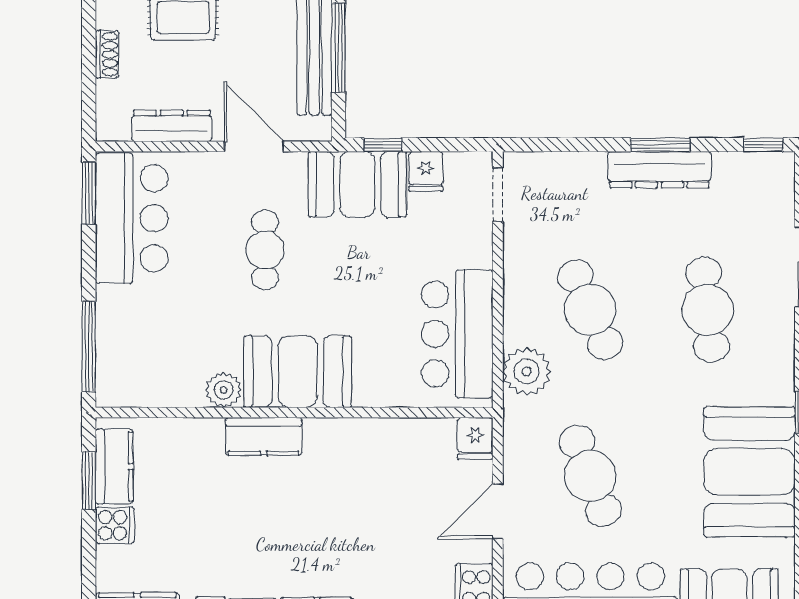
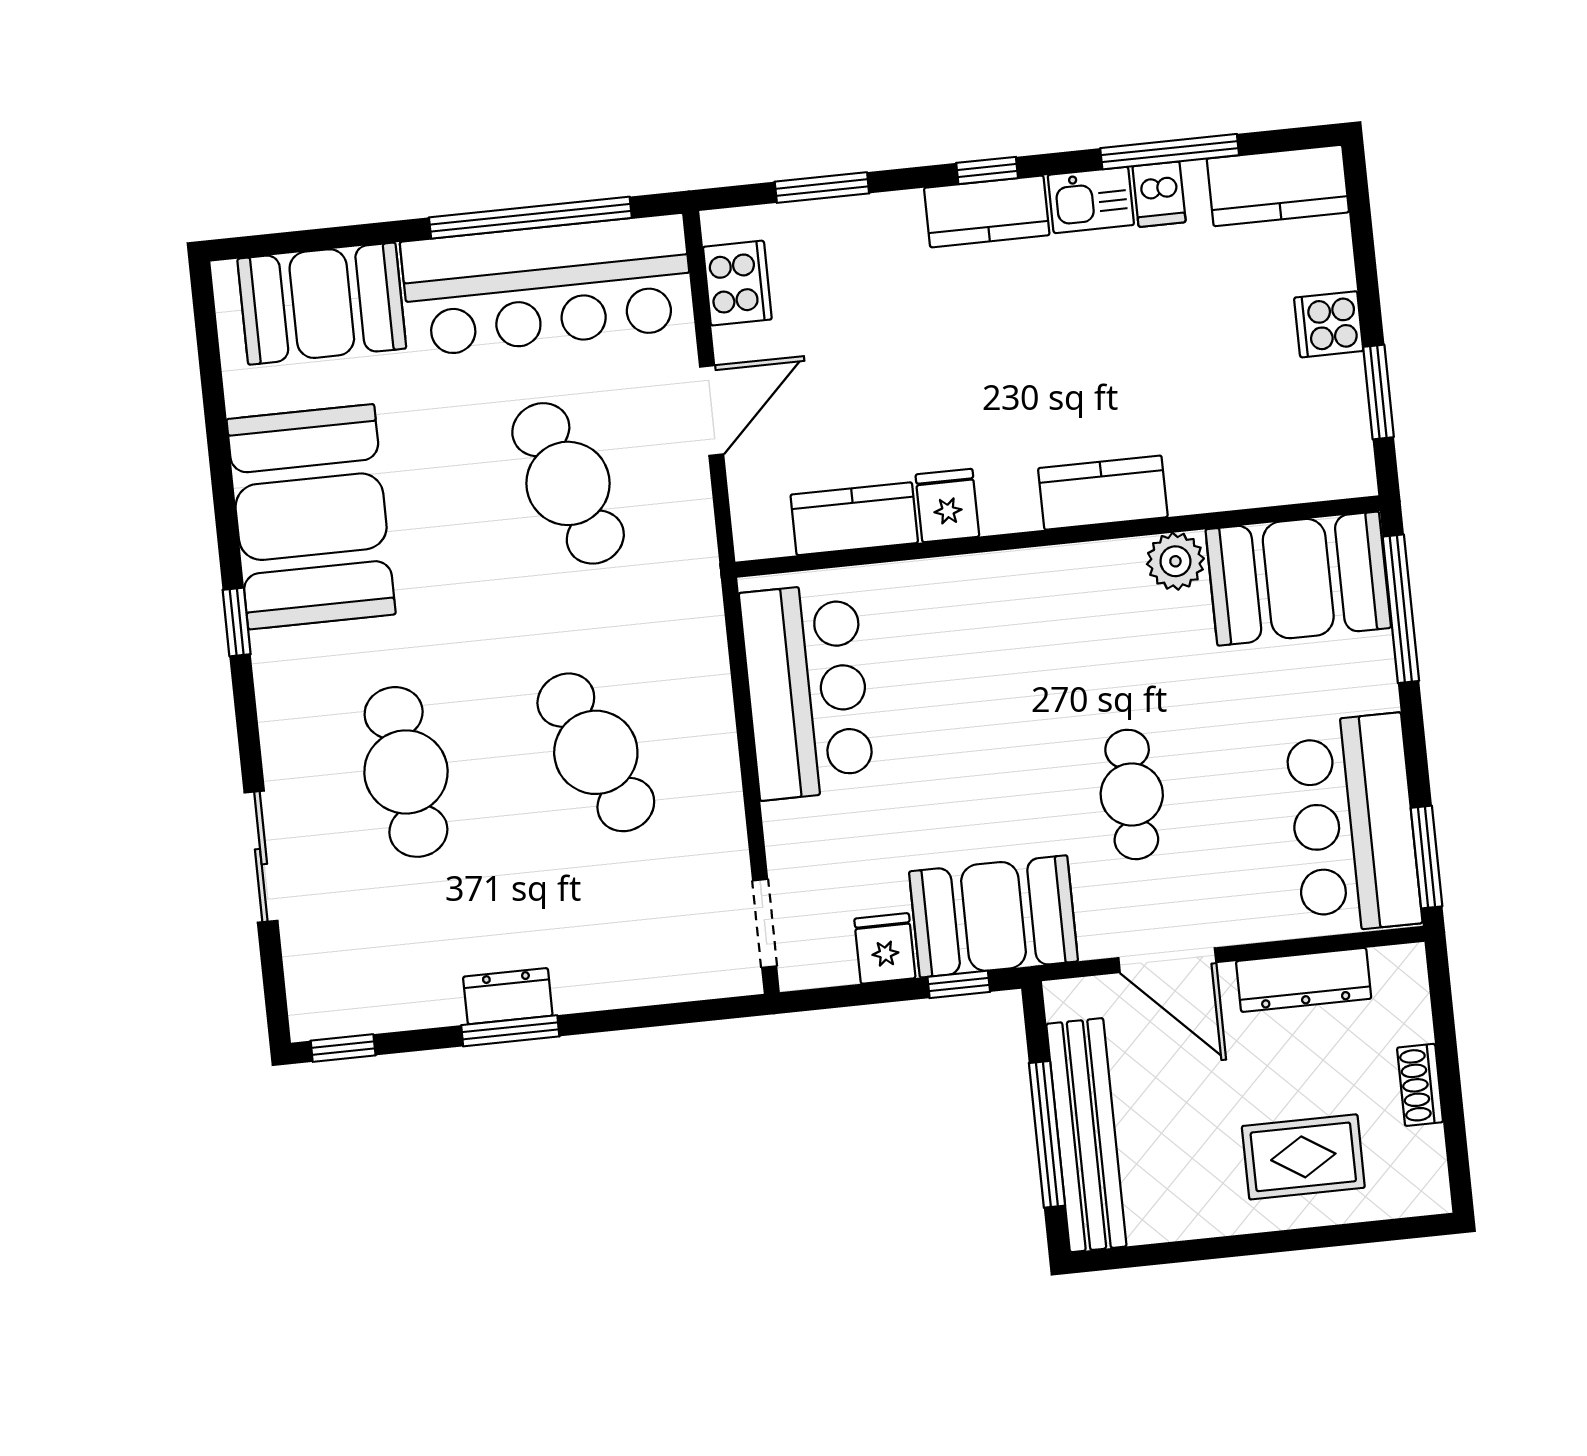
dresser: (659, 170) -> (508, 996), width x0.51, depth x0.80
plant: (527, 371) -> (688, 642), removed
booth: (298, 372) -> (1298, 579), moved
fridge: (475, 438) -> (947, 505), moved
kitchen counter: (114, 466) -> (854, 519), moved, turned 90

